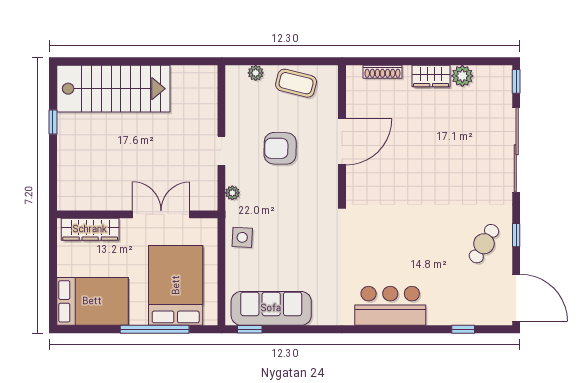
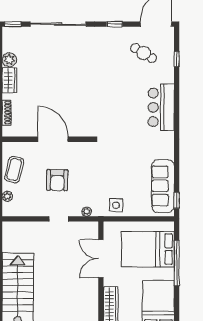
cafe table: (484, 244) -> (144, 53), moved

